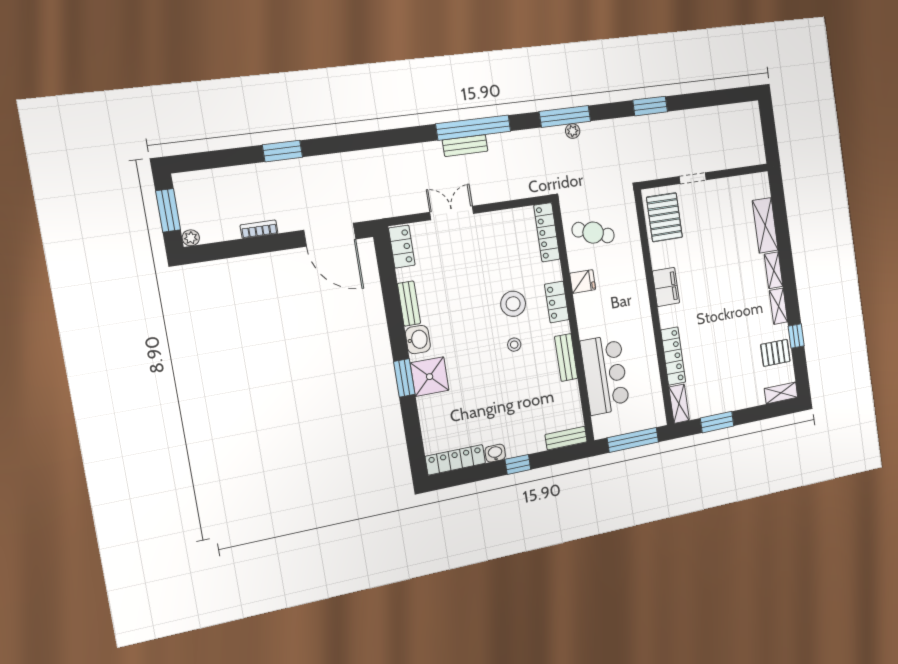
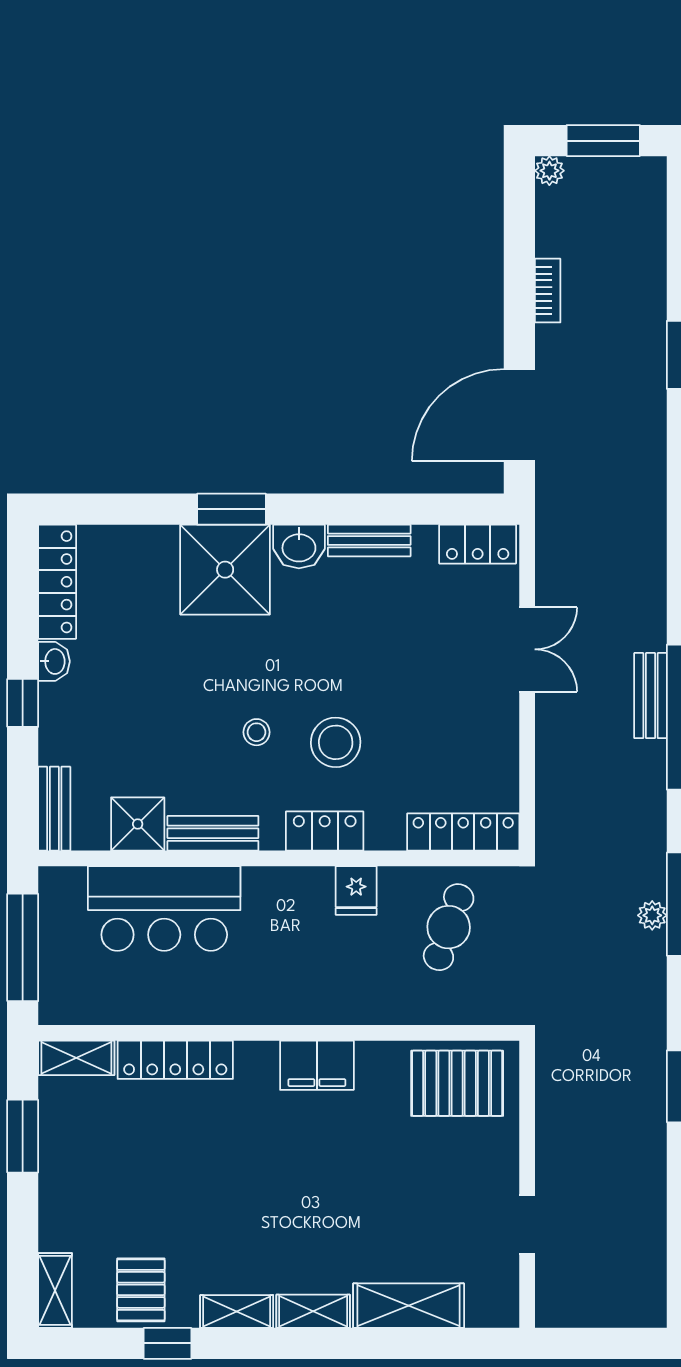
doorway: (693, 178) -> (527, 1224), moved
shower: (430, 377) -> (225, 570), width x1.37, depth x1.37
shower: (567, 396) -> (138, 824), added

